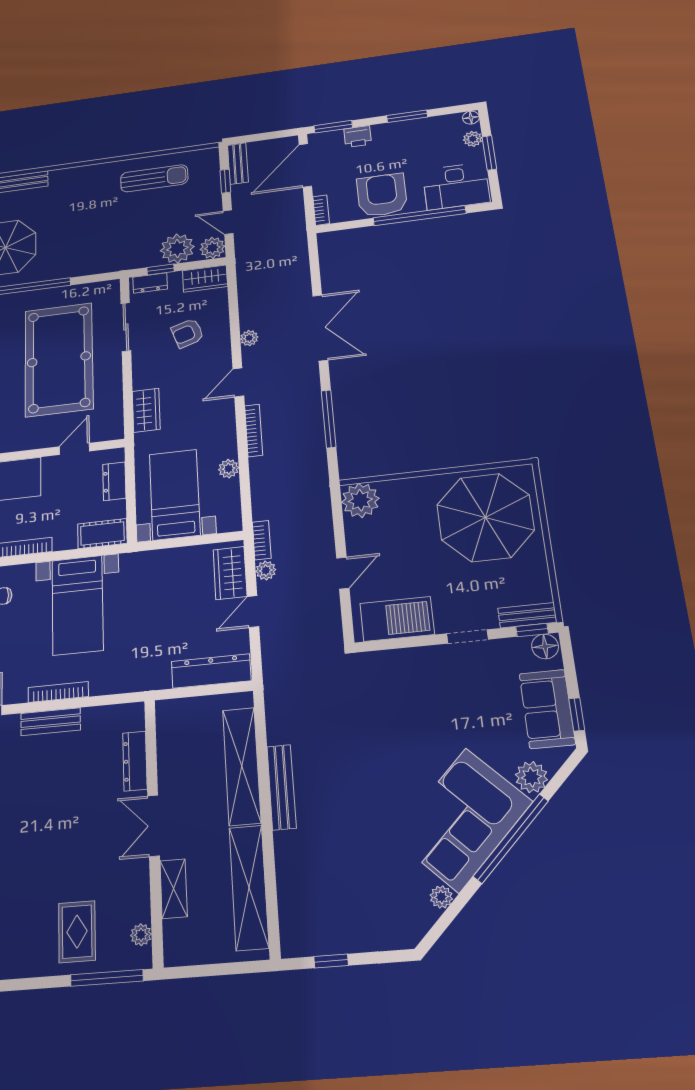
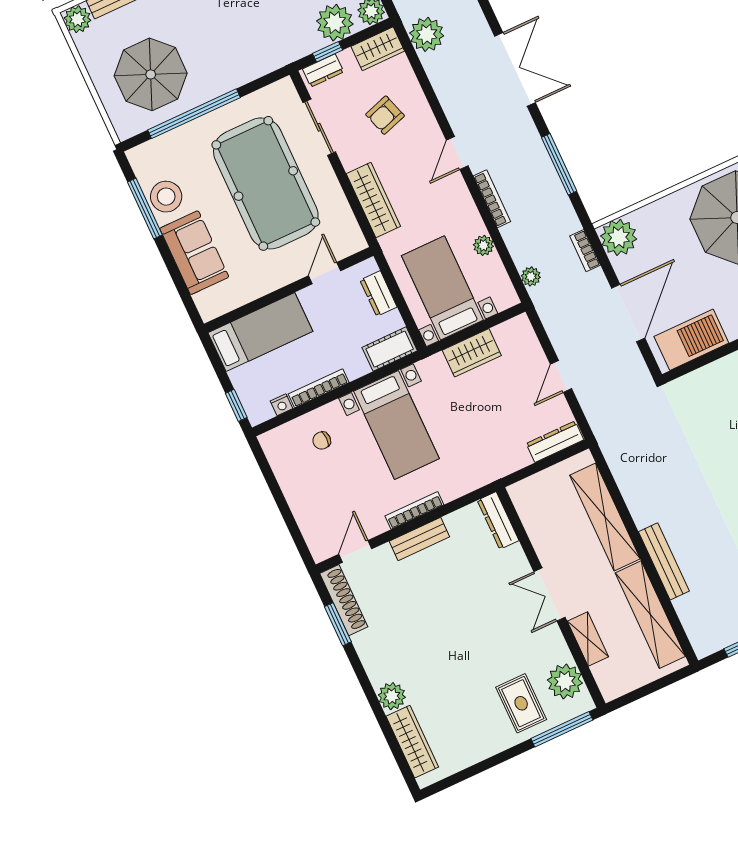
plant: (249, 338) -> (427, 34), moved, width x1.88, depth x1.88
wardrobe: (146, 410) -> (373, 200), width x1.50
bookcase: (262, 540) -> (585, 251), moved, turned 180
plant: (266, 570) -> (531, 277), moved
wardrobe: (230, 573) -> (472, 353), moved, turned -90
door: (343, 573) -> (628, 313), width x1.88
dresser: (211, 671) -> (555, 442), width x0.73, depth x0.80
dresser: (135, 761) -> (498, 520), moved
bench: (282, 787) -> (664, 561), moved
plant: (141, 935) -> (565, 681), width x1.88, depth x1.88

